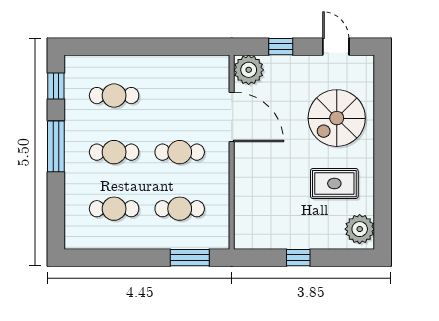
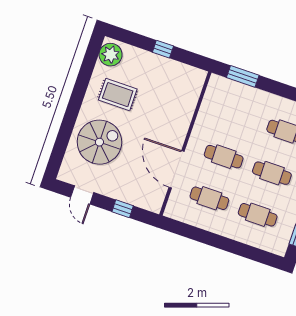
plant: (249, 70) -> (152, 200), removed
cafe table: (180, 209) -> (209, 198), moved

